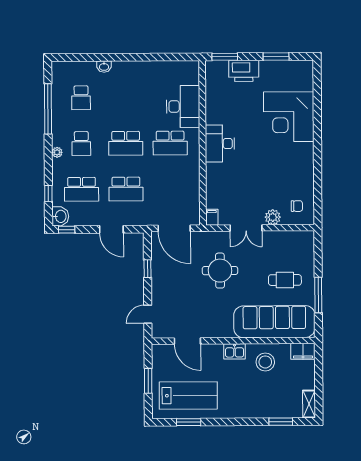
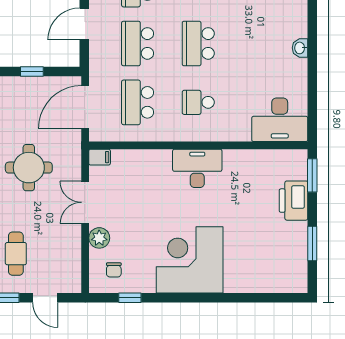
washbasin: (104, 67) -> (300, 48), moved
desk: (183, 106) -> (280, 120), moved
corner desk: (289, 117) -> (190, 260), moved
school desk: (170, 143) -> (198, 102), width x0.54
school desk: (170, 189) -> (138, 102), added
window: (318, 194) -> (130, 298), added
door: (318, 258) -> (45, 298), added

